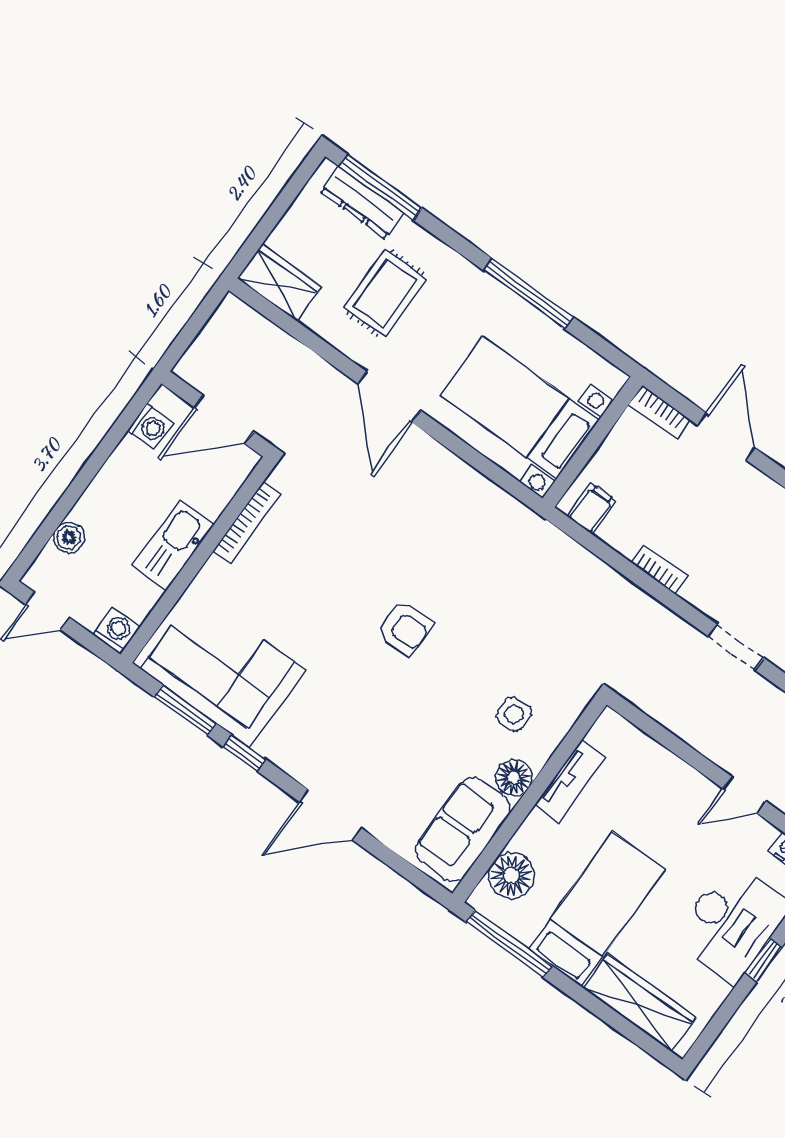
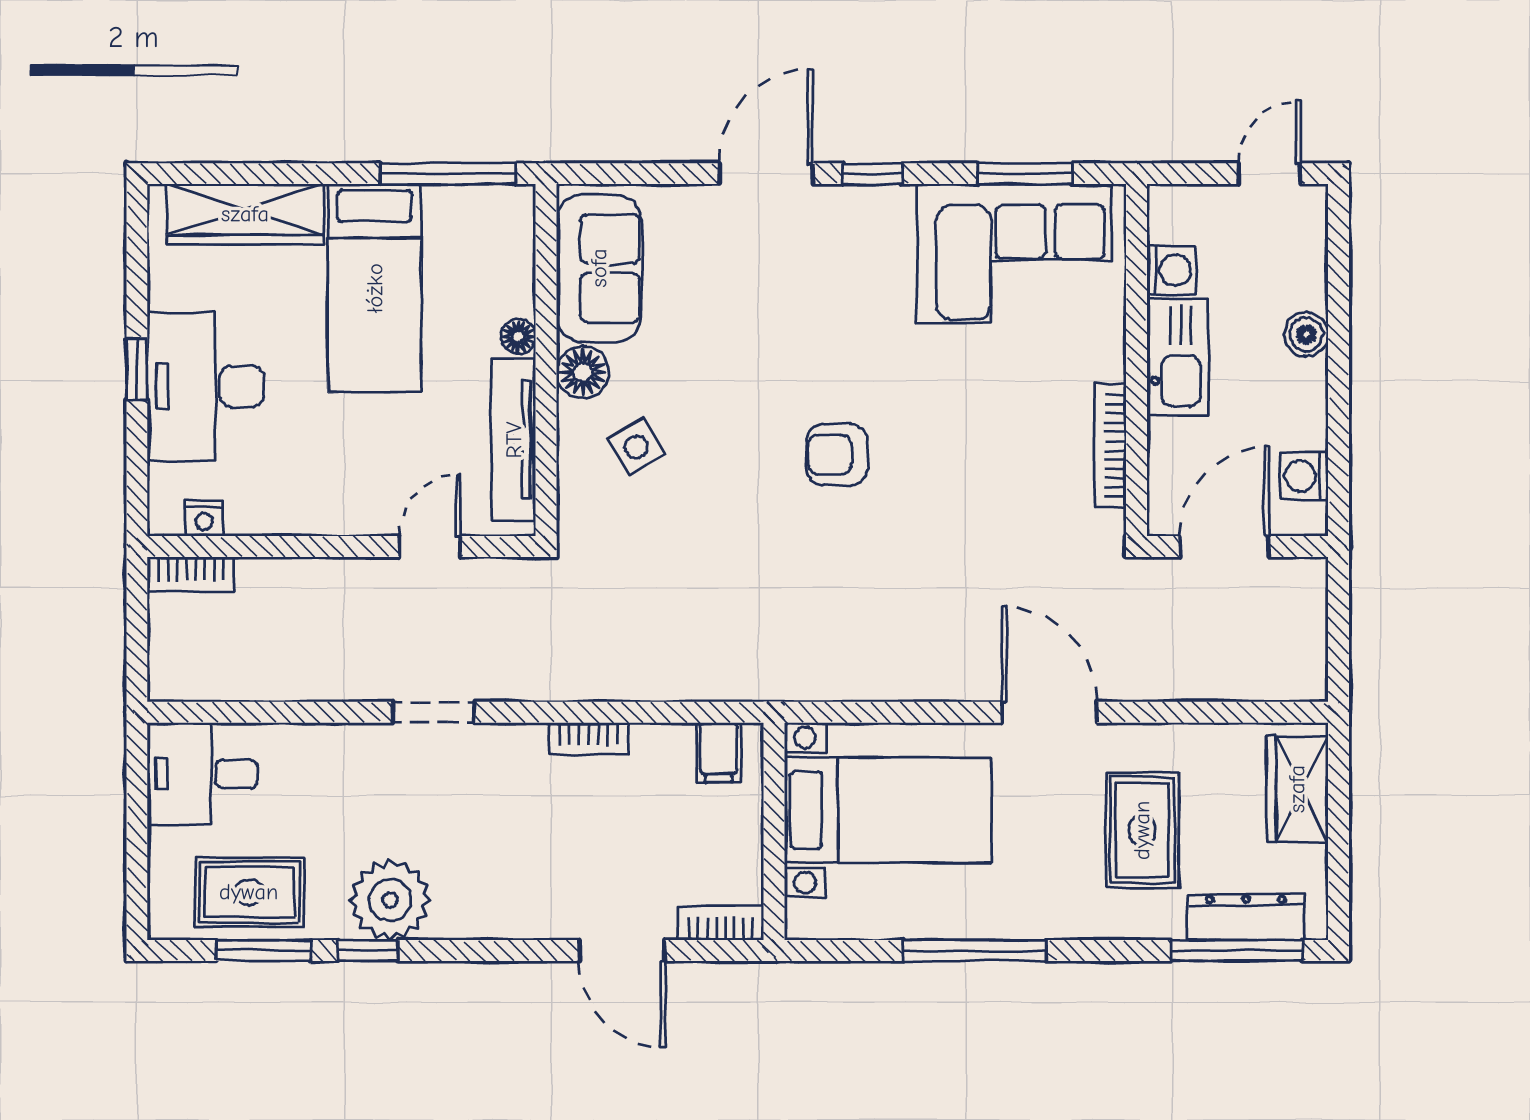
wardrobe: (279, 283) -> (1297, 789), moved, turned 90
boiler: (69, 537) -> (1306, 334), moved
washing machine: (117, 631) -> (1171, 270), moved, turned -90
side table: (514, 714) -> (636, 447), turned -31
window: (245, 753) -> (872, 174), moved
tv unit: (570, 781) -> (514, 440), width x1.41
door: (745, 795) -> (430, 547), moved
floor lamp: (511, 876) -> (518, 336), moved, width x0.53, depth x0.53

